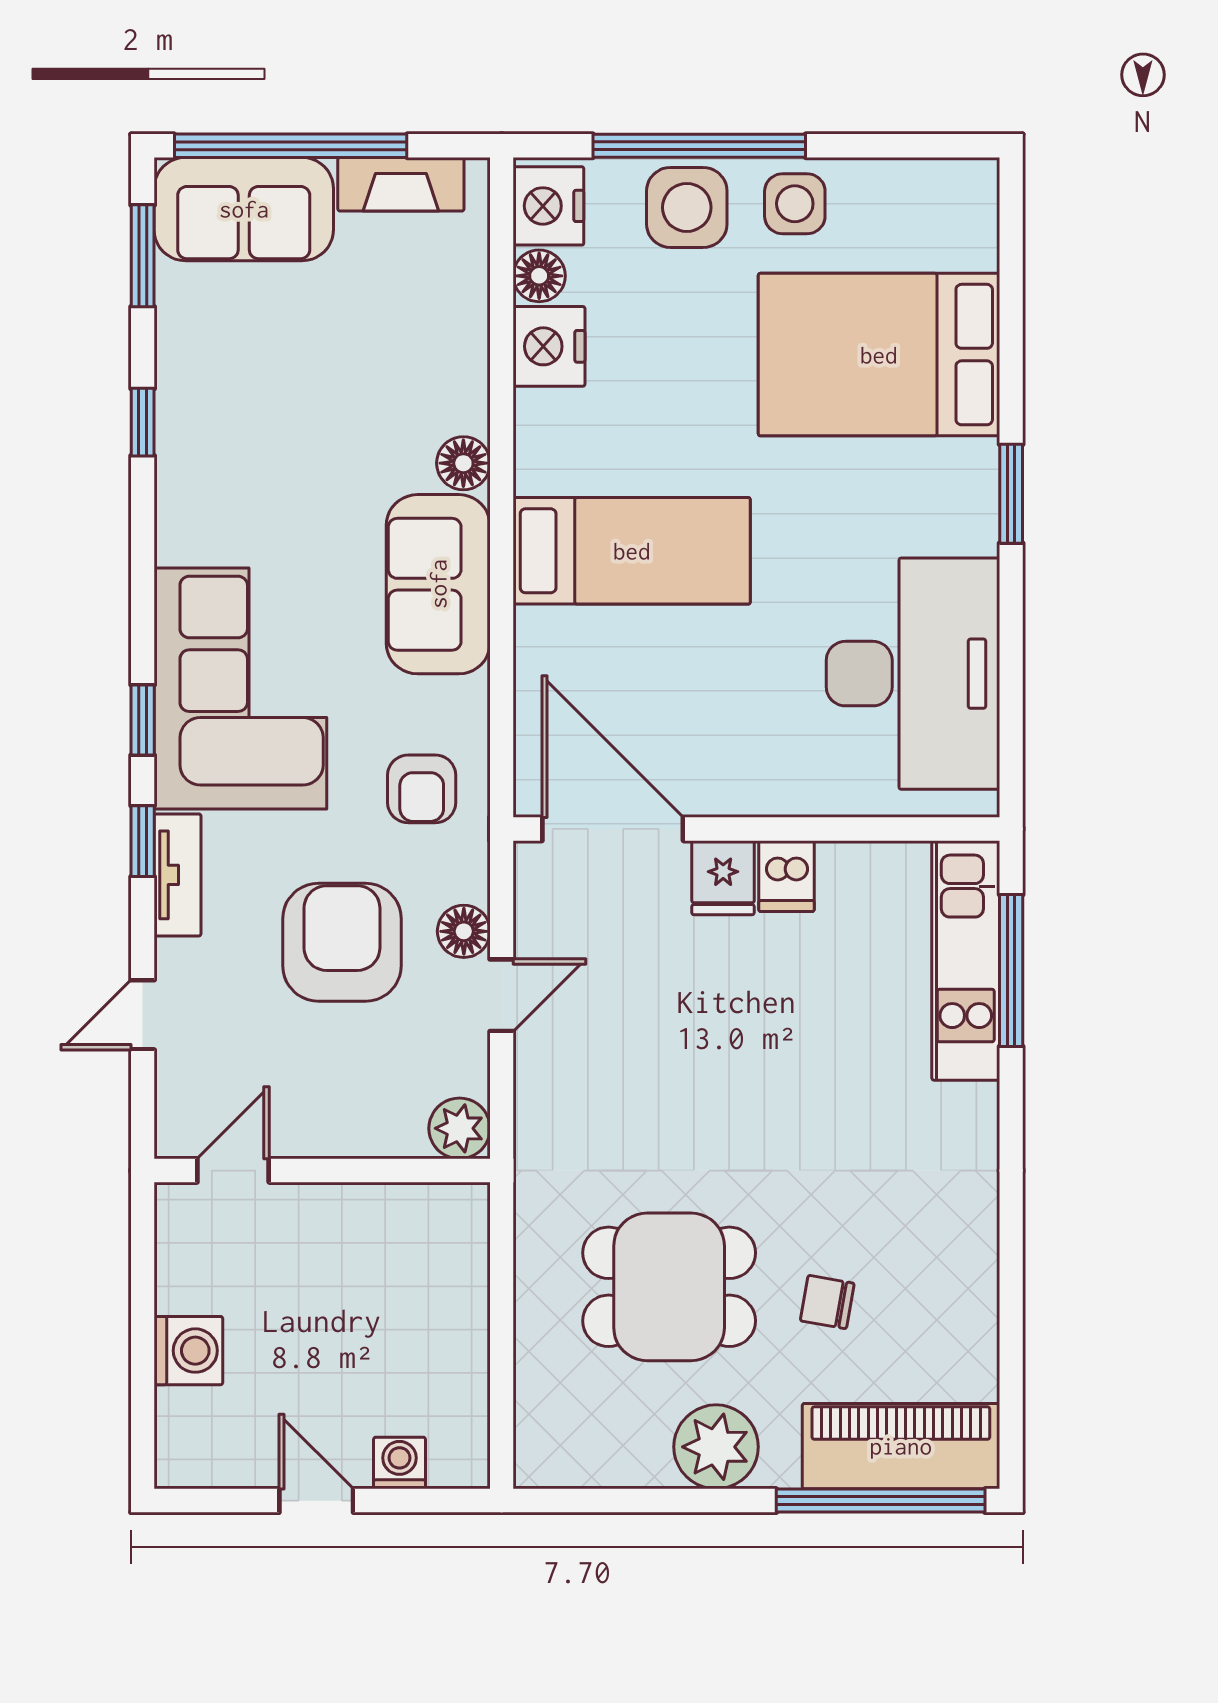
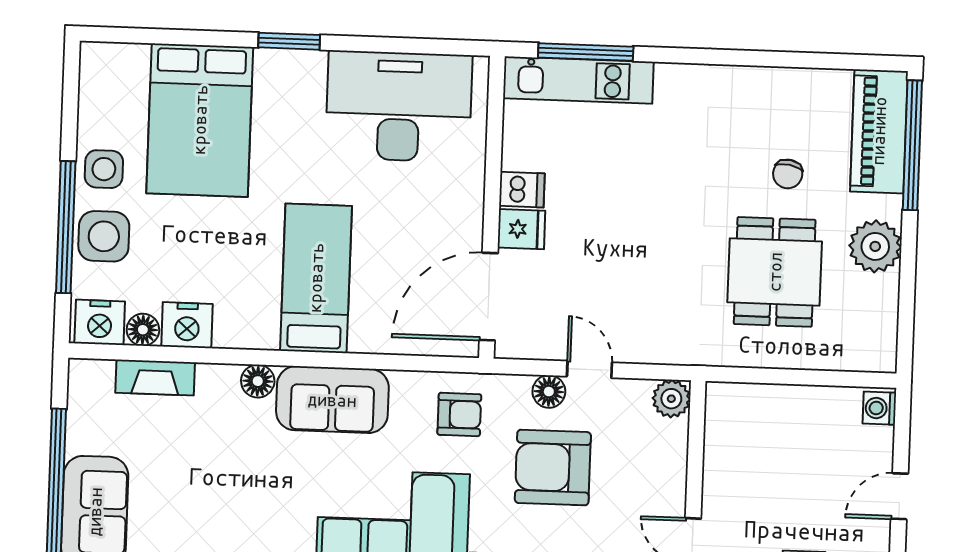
fireplace: (401, 184) -> (155, 378), moved, turned 90
washing machine: (399, 1463) -> (879, 408), moved

